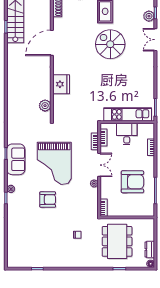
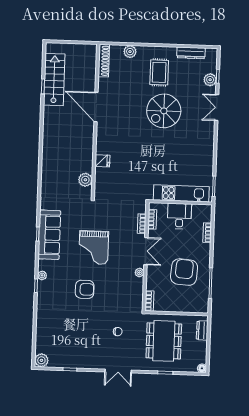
door: (52, 43) -> (96, 107), hinge flipped
spiral stairs: (110, 44) -> (164, 111), turned -90
fridge: (61, 84) -> (102, 161), width x0.53, depth x0.75
sofa: (16, 159) -> (49, 235), width x1.36
grand piano: (54, 163) -> (94, 247), width x0.73, depth x0.68
armchair: (132, 182) -> (184, 272), turned -86
dresser: (150, 250) -> (202, 330), moved
plant: (13, 262) -> (41, 360), added
double door: (79, 269) -> (118, 371), added

